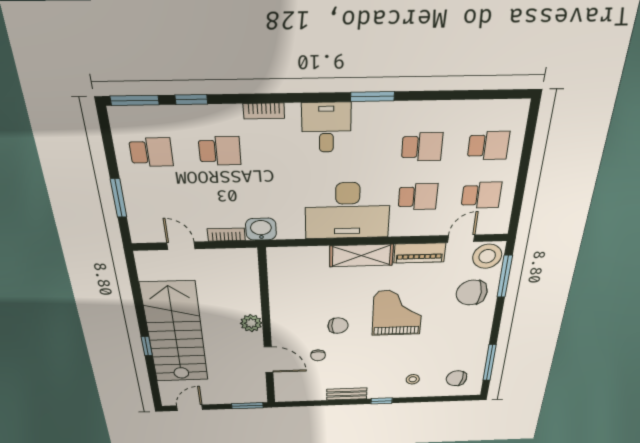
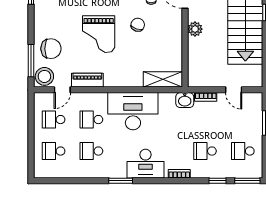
desk: (326, 127) -> (145, 164), width x1.37
shelving: (361, 256) -> (163, 79), moved
chair: (338, 326) -> (138, 25), turned 108

